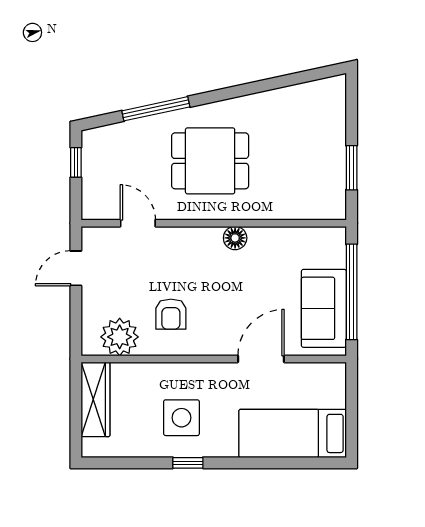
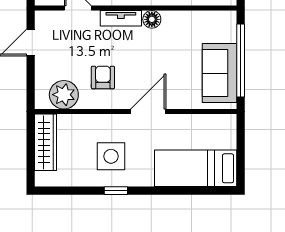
tv unit: (194, 237) -> (121, 18), added
armchair: (171, 314) -> (103, 77), turned 180
door: (261, 359) -> (148, 112), moved

